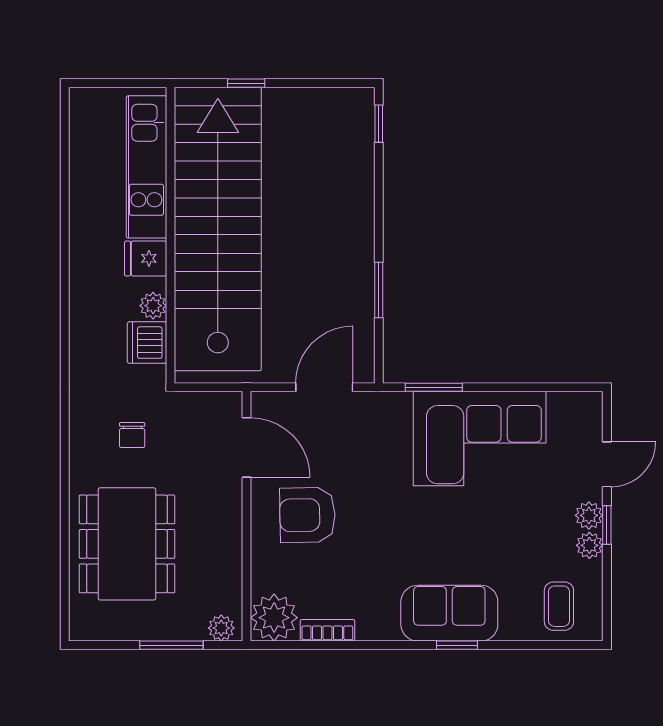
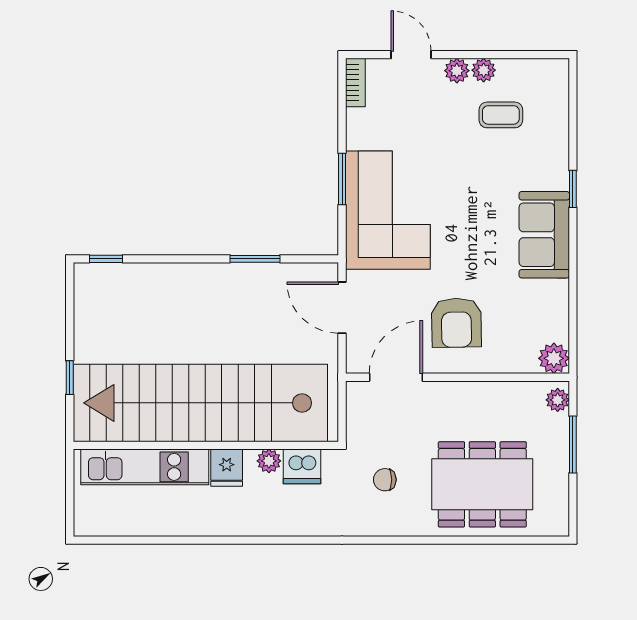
window: (434, 387) -> (342, 179), moved
chair: (132, 435) -> (385, 480), turned 180
corner sofa: (480, 438) -> (388, 210), moved
window: (607, 525) -> (465, 55), removed
coffee table: (559, 606) -> (501, 115), moved
sofa: (449, 613) -> (544, 235), moved
plant: (274, 618) -> (554, 358), width x0.73, depth x0.73
bookcase: (327, 630) -> (355, 83), moved, turned 180

